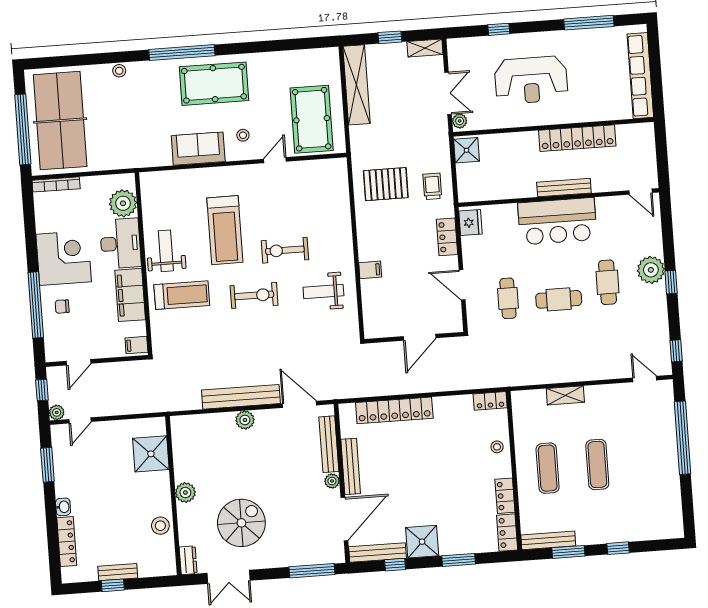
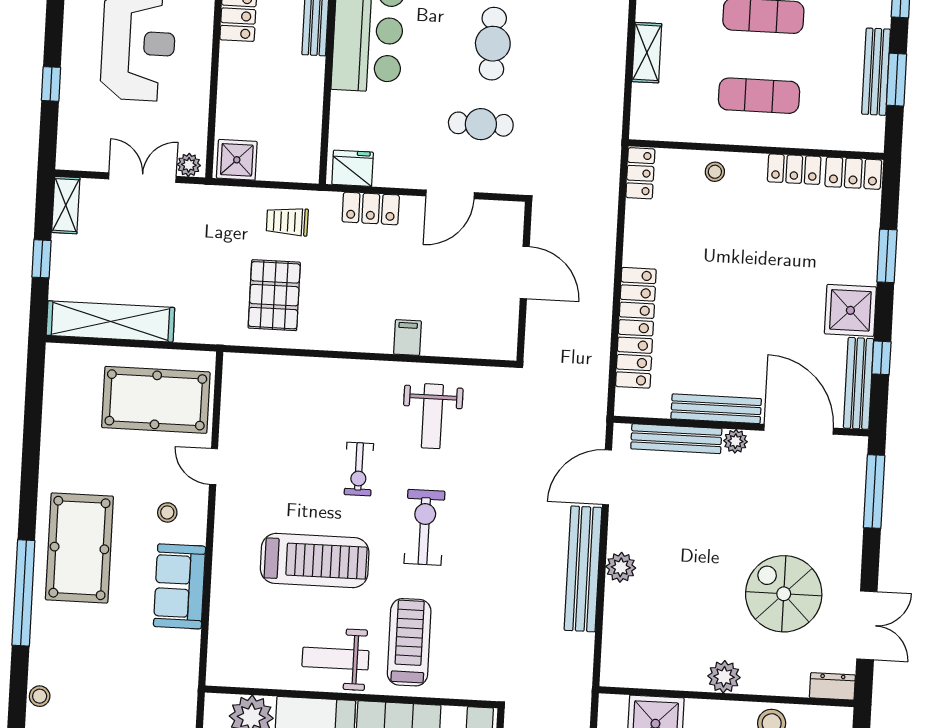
exercise bike: (285, 250) -> (359, 469), width x0.73, depth x0.72
bench: (548, 540) -> (876, 72), moved

